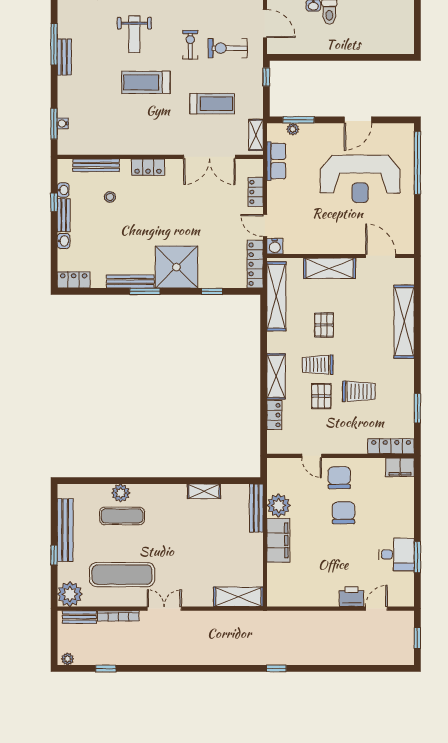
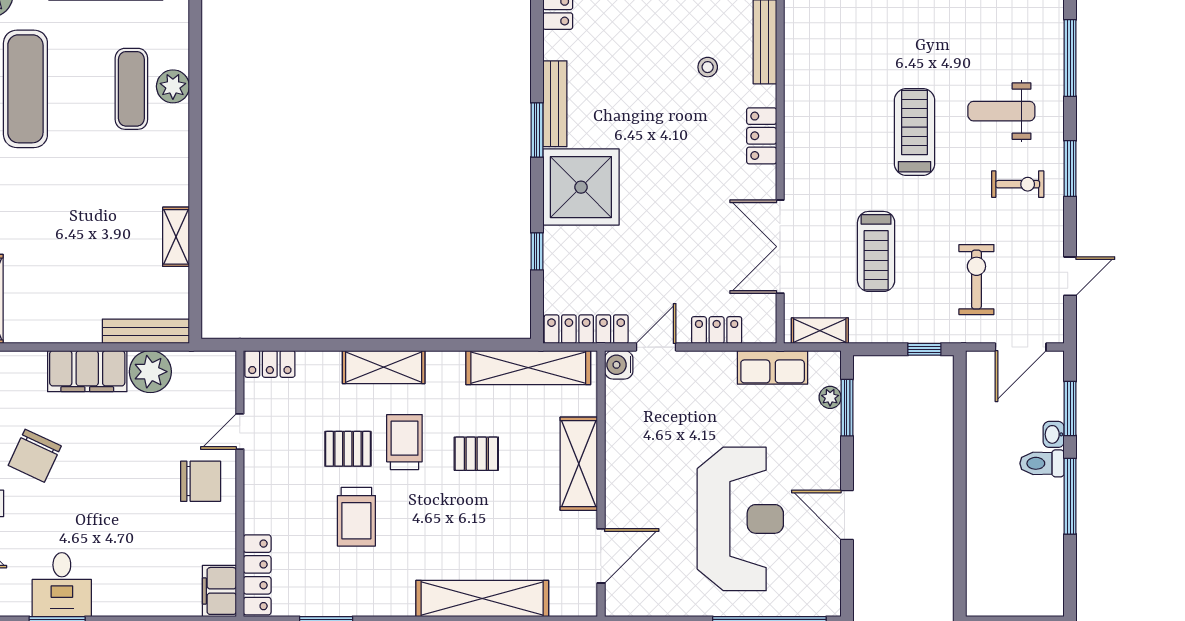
exercise bike: (190, 45) -> (1018, 184), moved
reception desk: (360, 179) -> (740, 519), turned 180
locker: (274, 415) -> (270, 364), moved
chair: (344, 513) -> (35, 456), moved, turned 115

